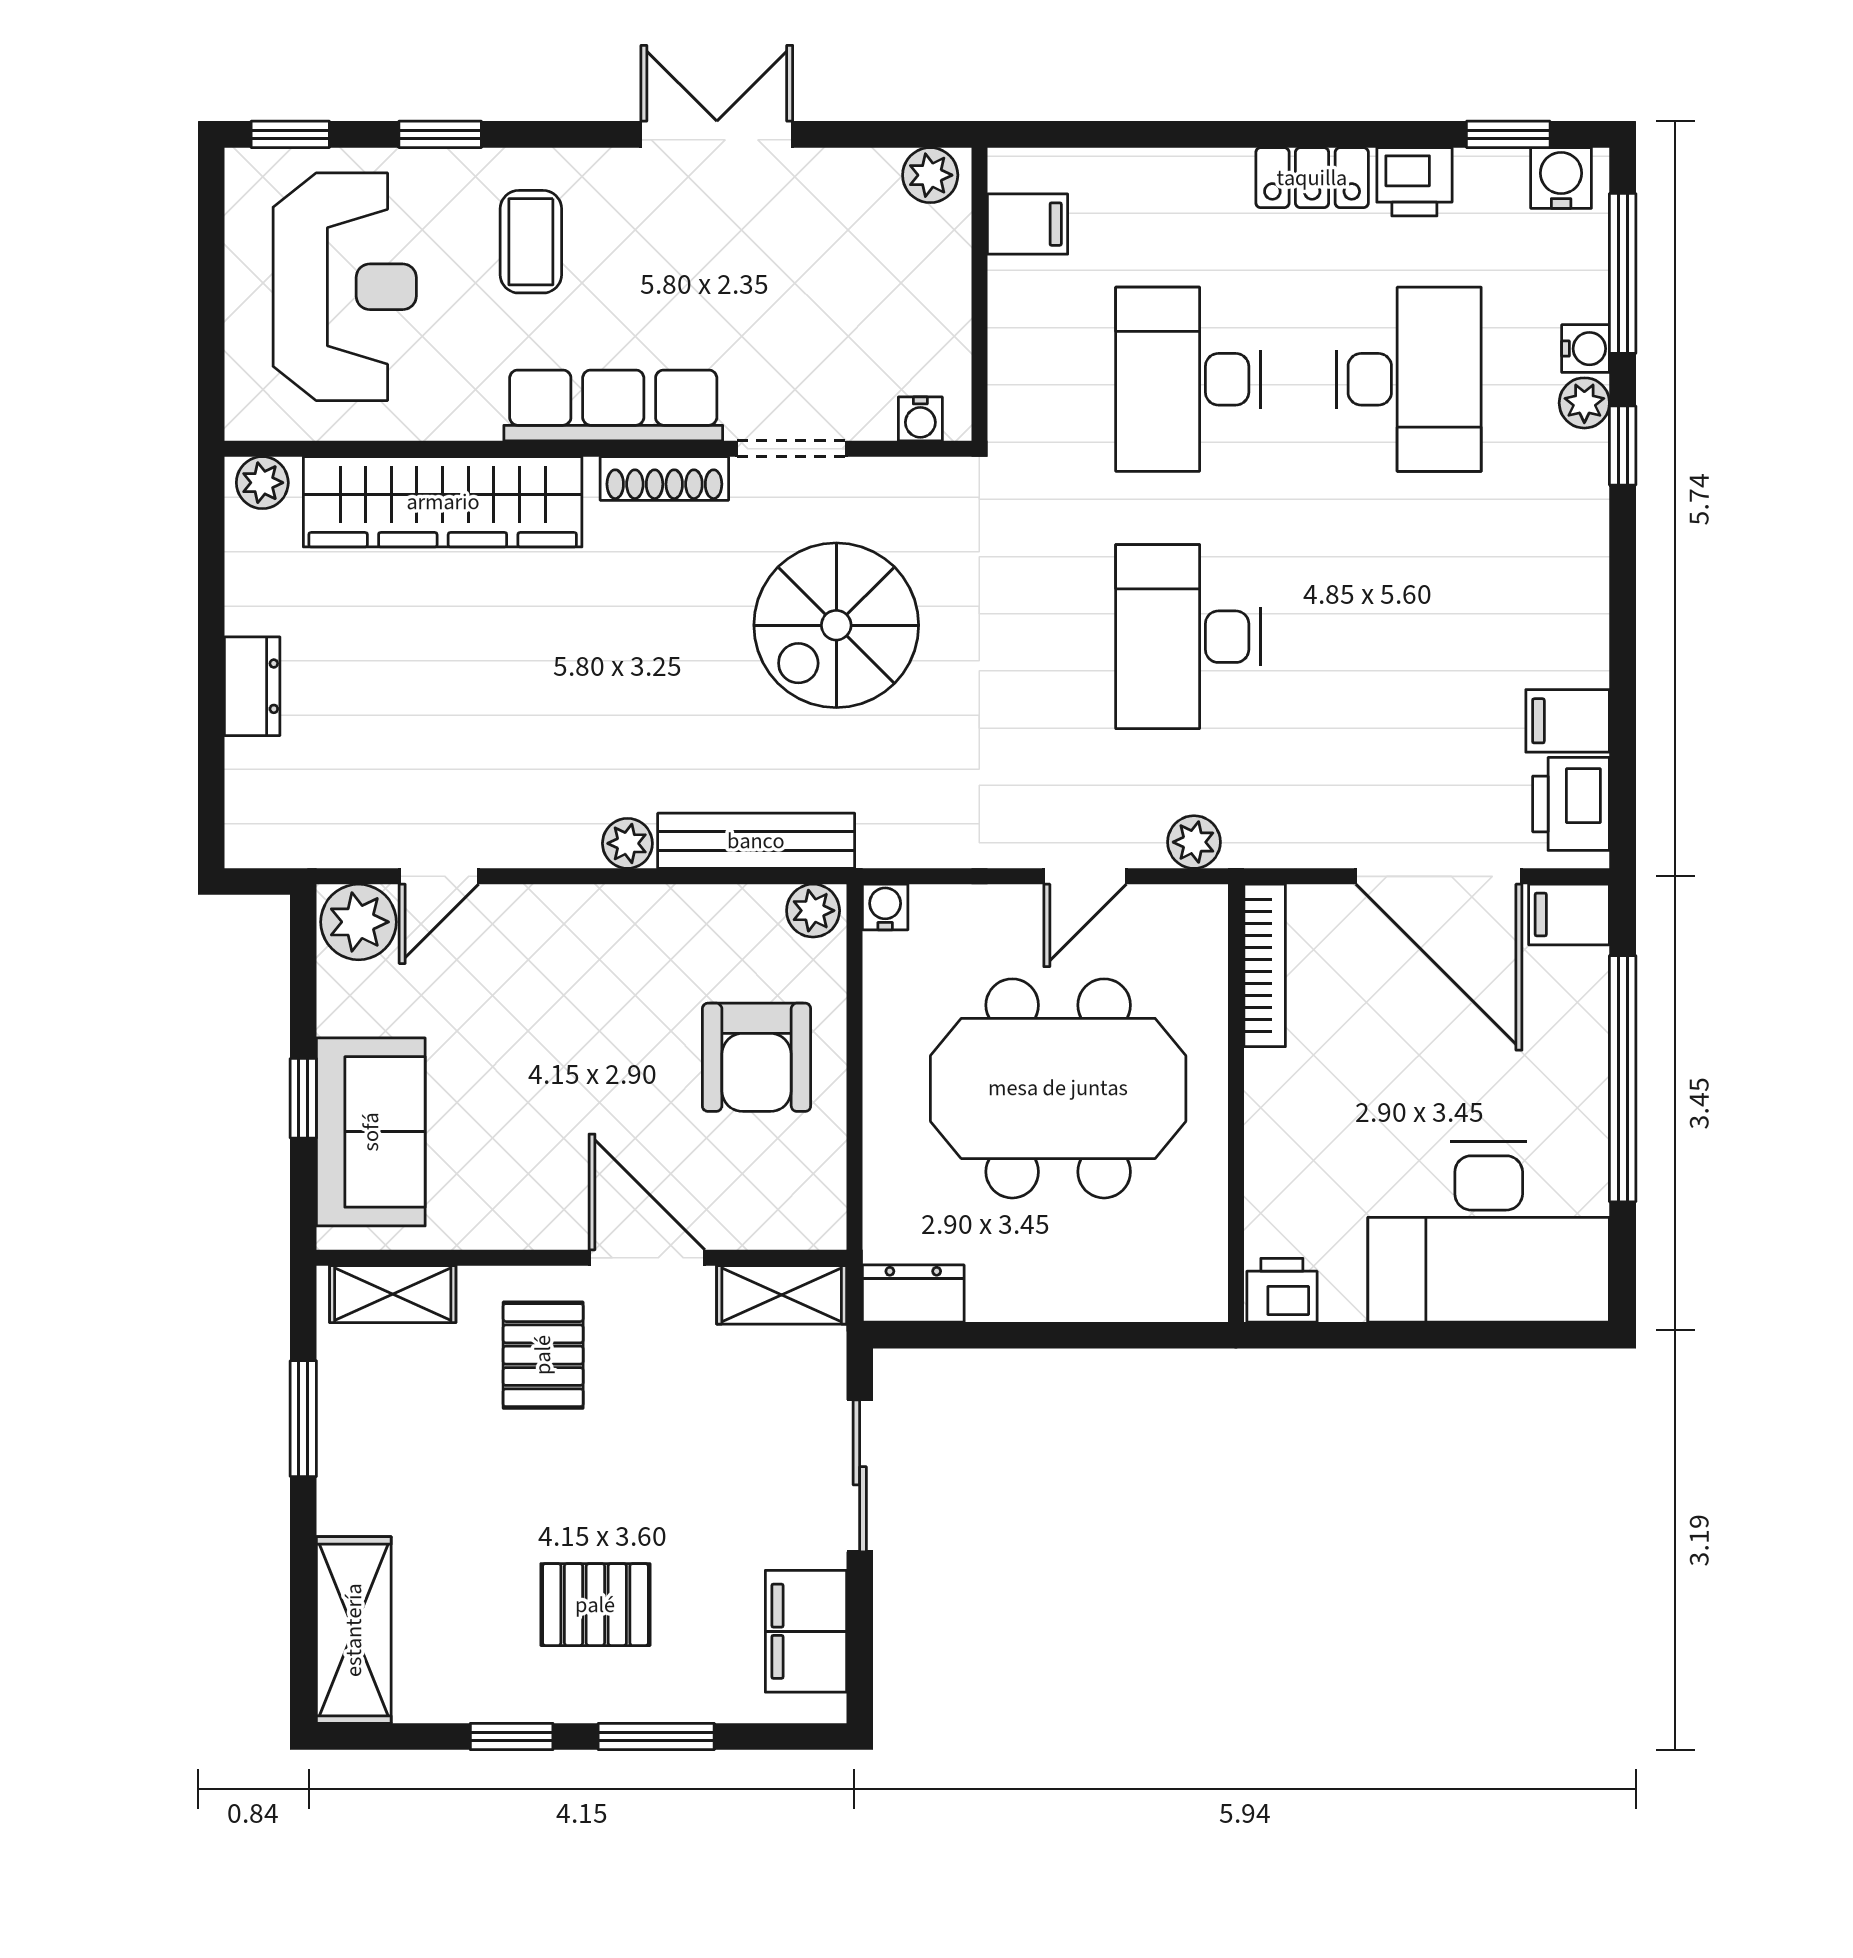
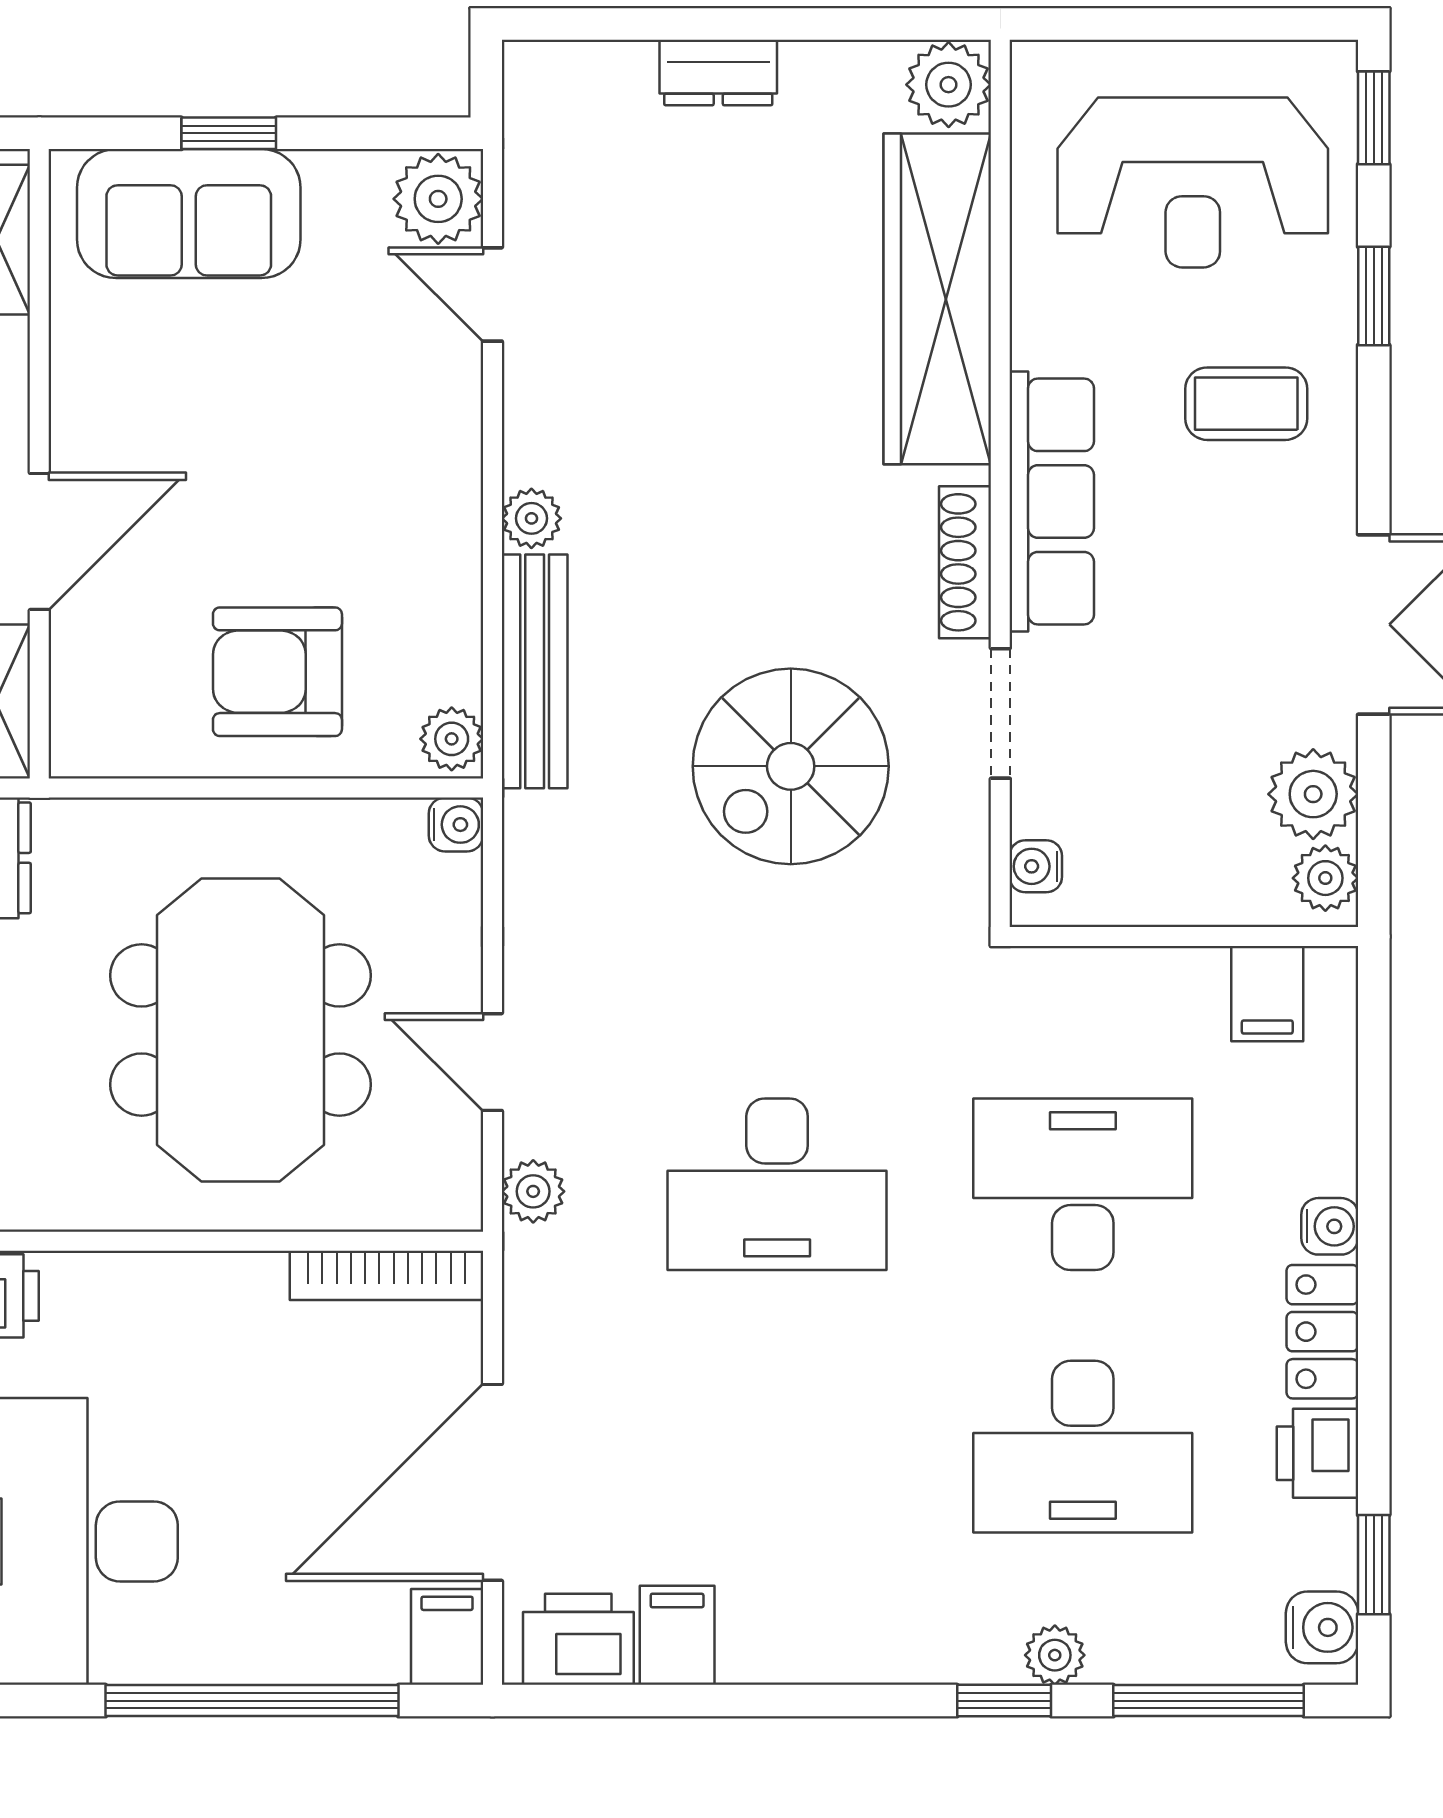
plant: (860, 185) -> (1313, 794), added
water cooler: (1586, 349) -> (1330, 1226), moved, turned -90
plant: (262, 483) -> (949, 85), width x1.38, depth x1.38
spiral stairs: (836, 625) -> (791, 766), turned -90
desk: (1188, 637) -> (777, 1184), turned 180

